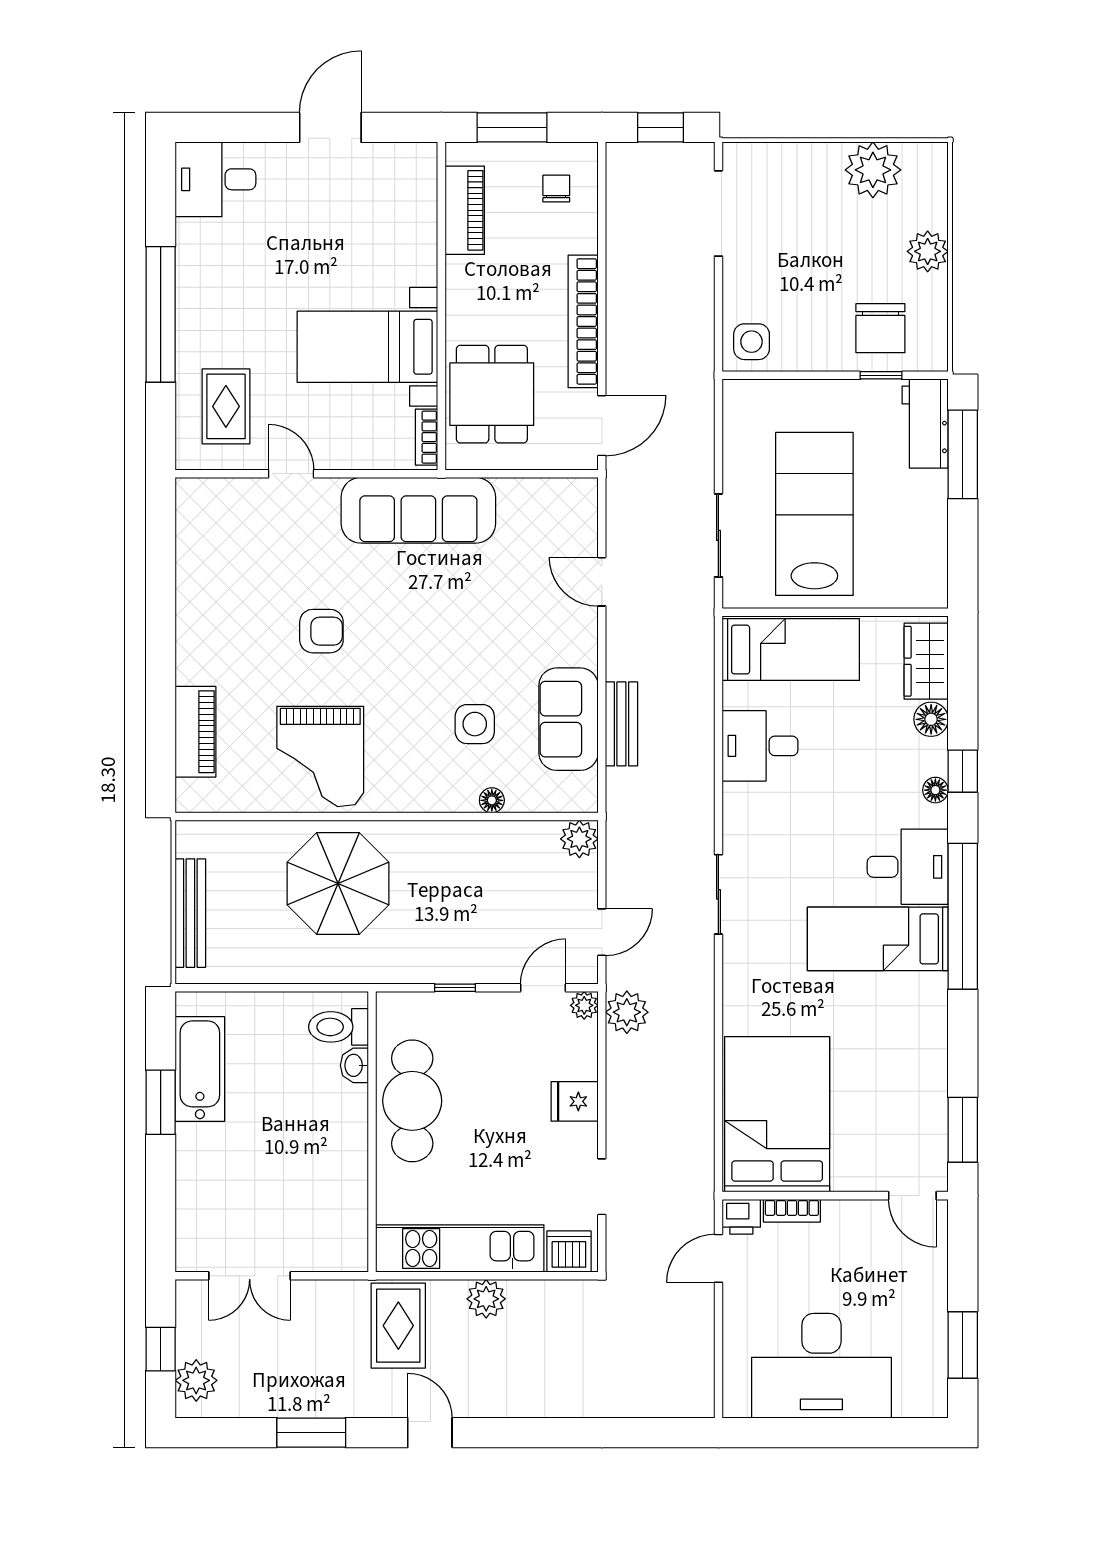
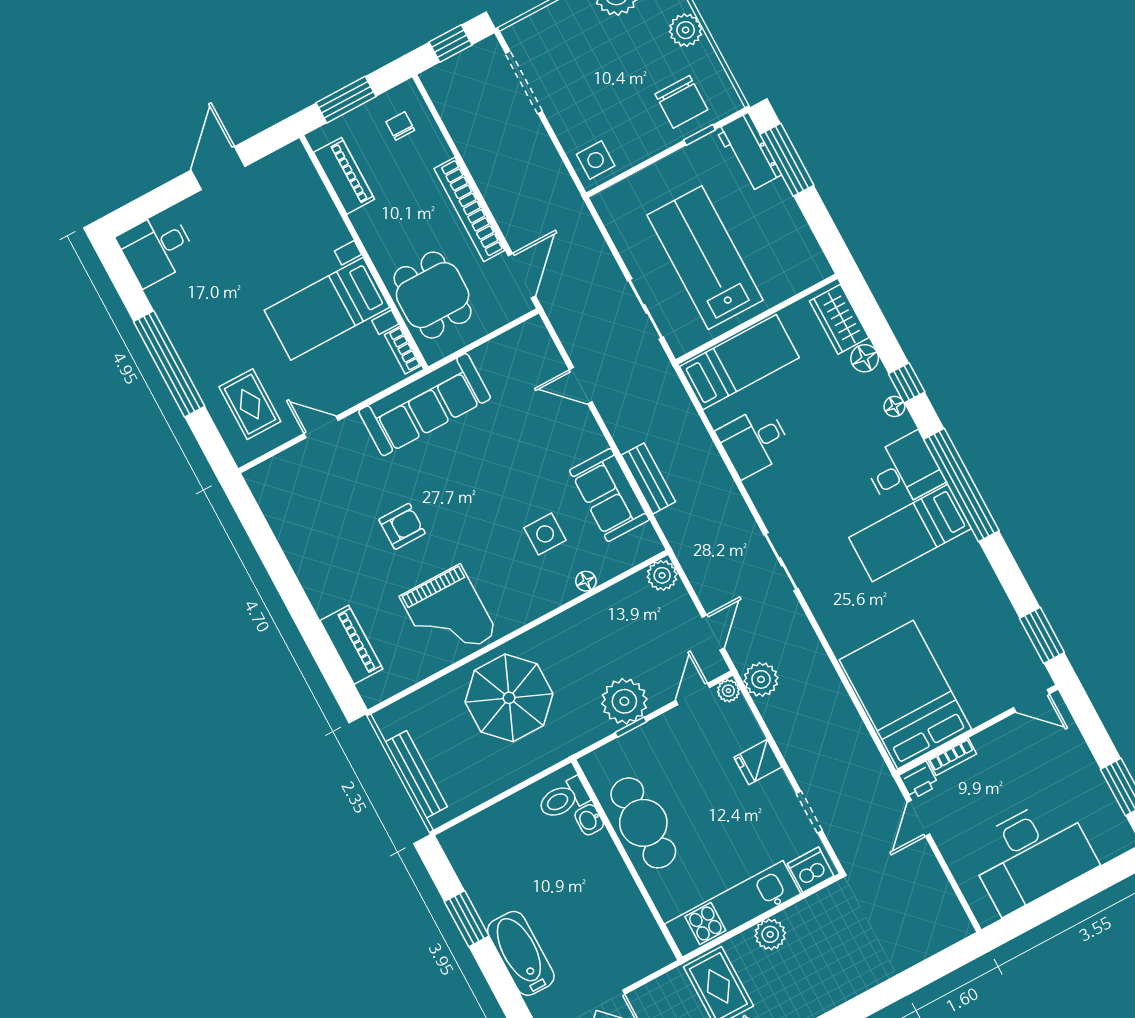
plant: (463, 955) -> (624, 701), added
bathtub: (200, 1069) -> (521, 953), moved

